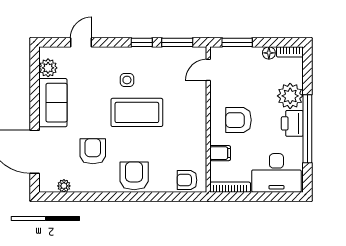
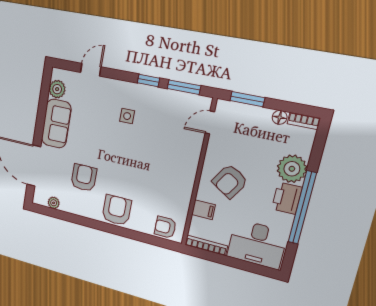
coffee table: (137, 112) -> (130, 150), removed
armchair: (238, 120) -> (230, 181), turned -58

